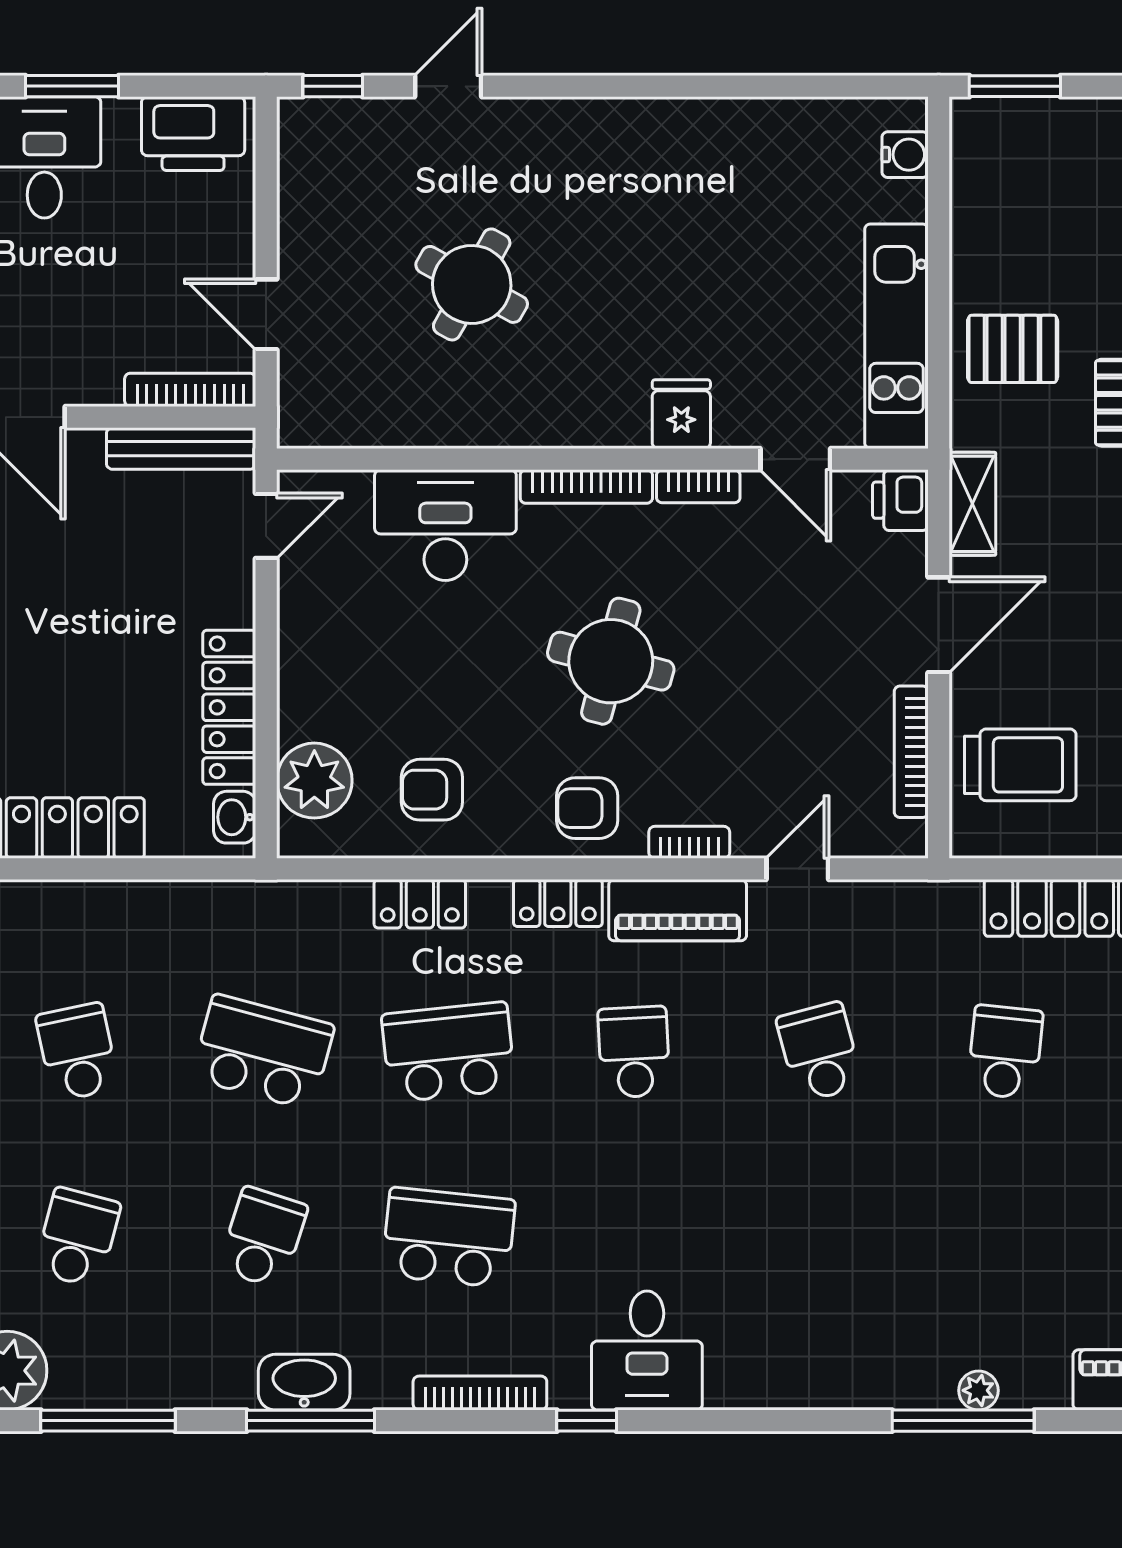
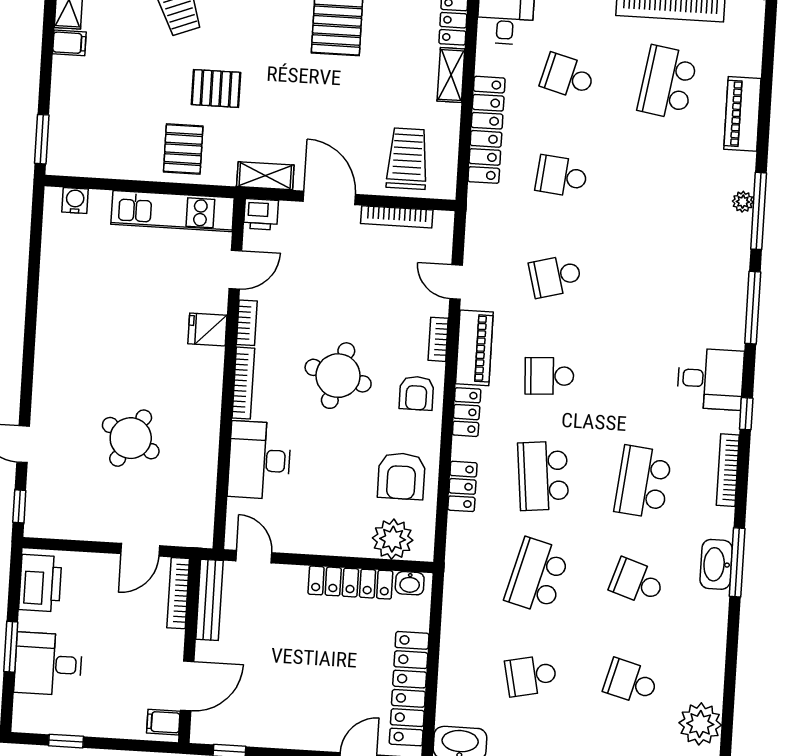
armchair: (432, 790) -> (401, 476), width x1.38, depth x1.38
window: (108, 1421) -> (753, 308), moved

